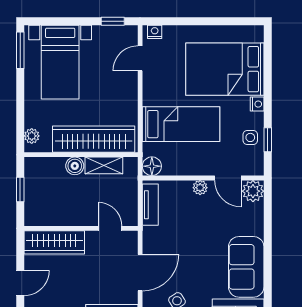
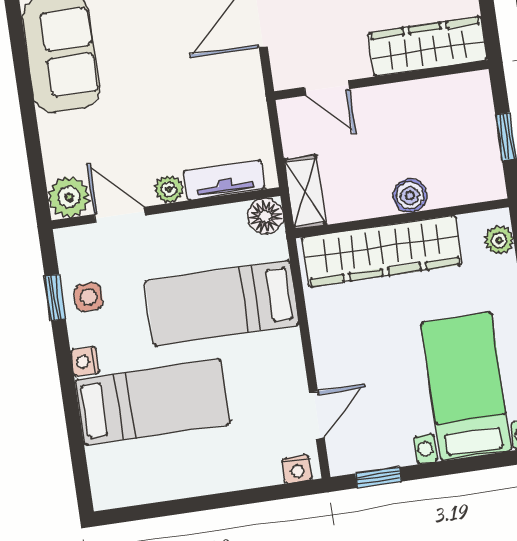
bed: (225, 69) -> (153, 402), width x0.67
shelving: (104, 165) -> (305, 192), moved, turned 90
tv unit: (150, 205) -> (224, 180), moved, turned 90

